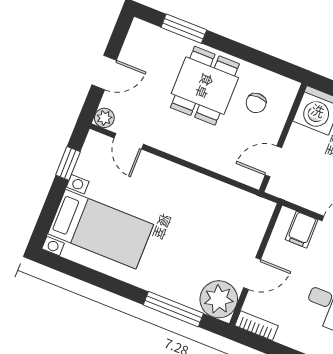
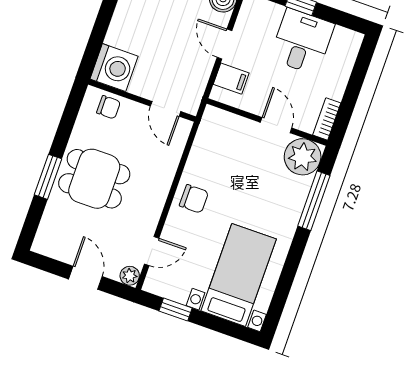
window: (184, 29) -> (48, 177), moved
chair: (256, 103) -> (109, 107), moved
chair: (180, 187) -> (194, 199), added

